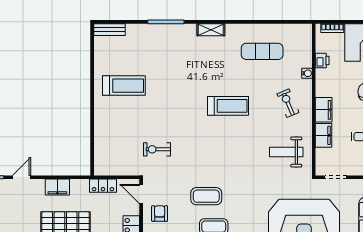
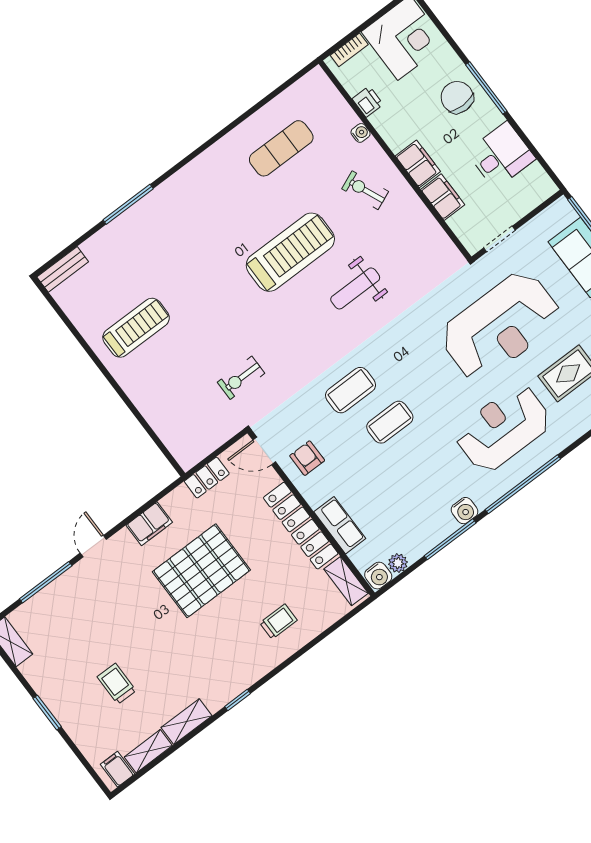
shelving: (211, 30) -> (194, 171), removed
treadmill: (228, 106) -> (290, 252), width x1.37, depth x1.38
weight bench: (286, 152) -> (355, 288), moved

